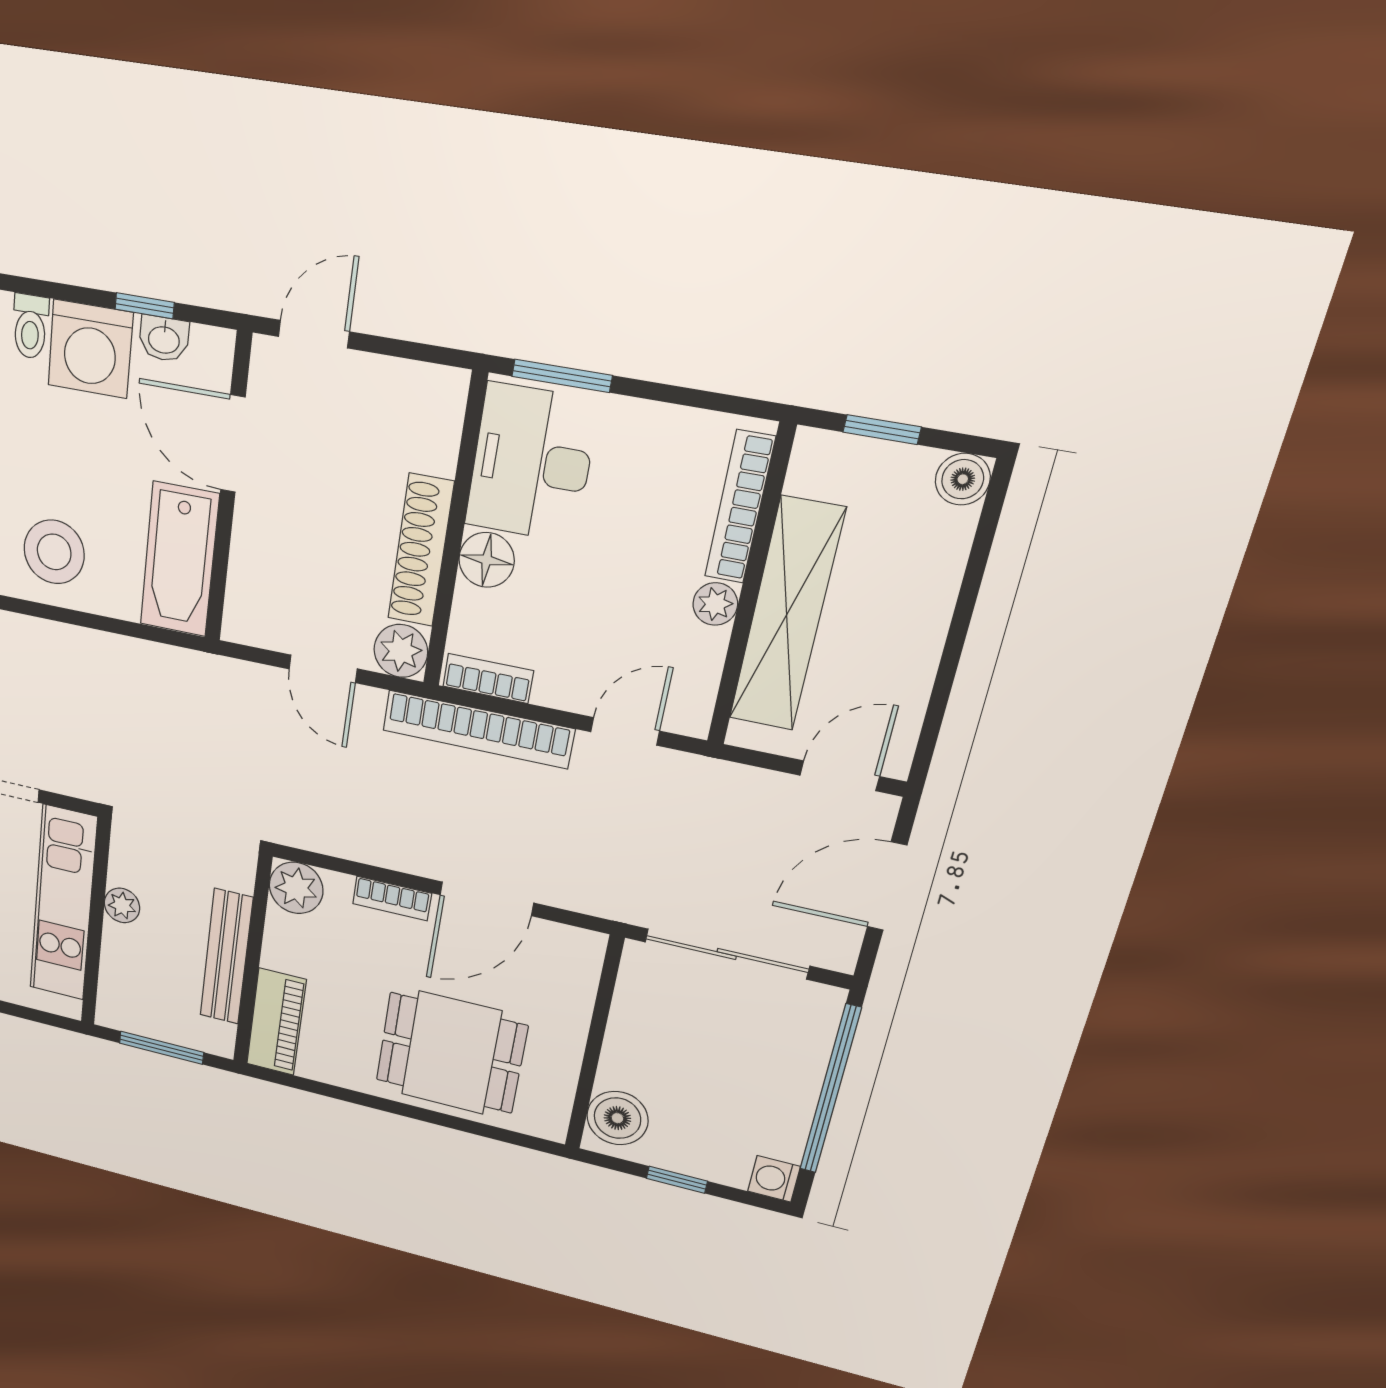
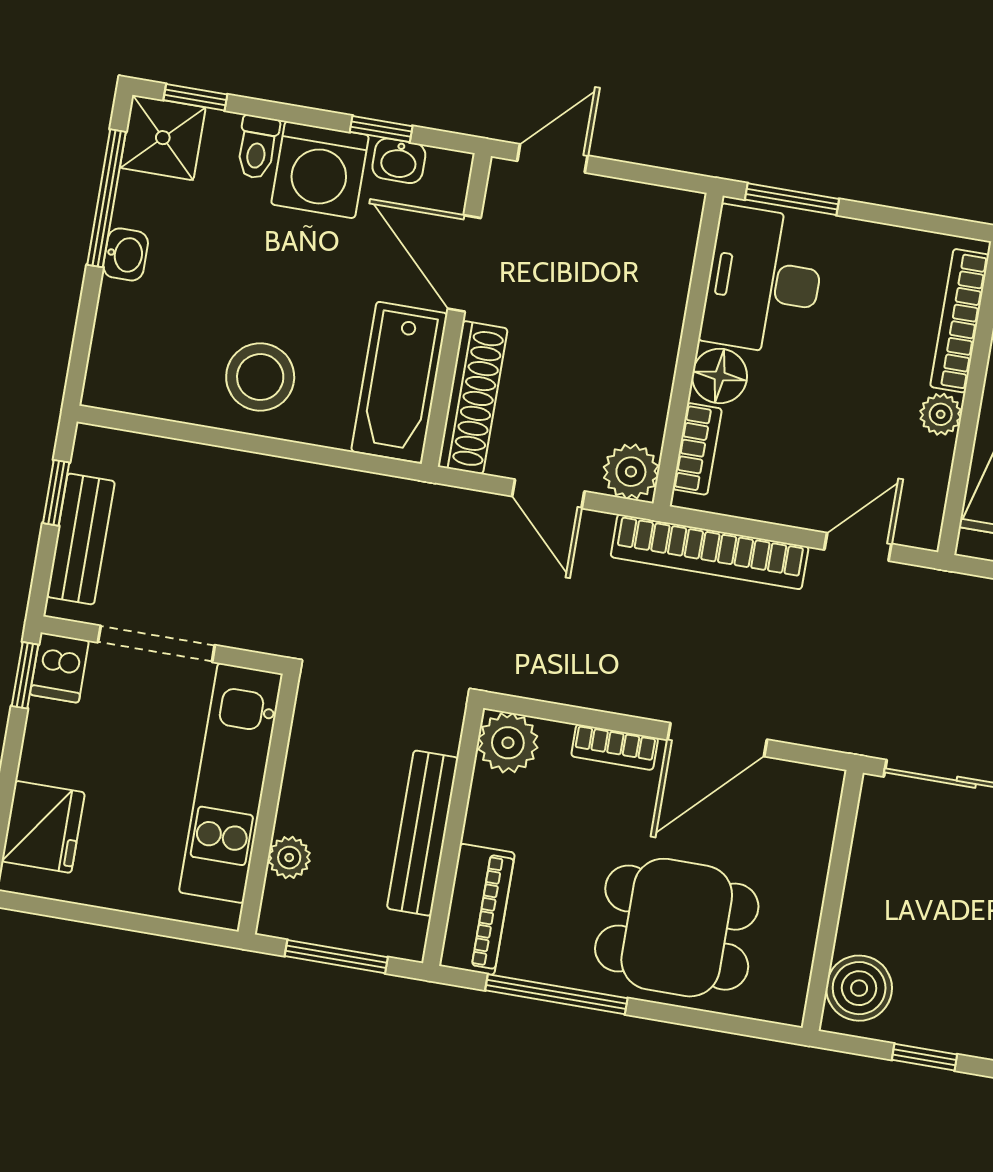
shoe rack: (421, 550) -> (473, 398), moved, turned 180
bookcase: (488, 678) -> (697, 449), moved, turned 90
plant: (122, 905) -> (289, 858), moved
window: (347, 1095) -> (556, 994), added

